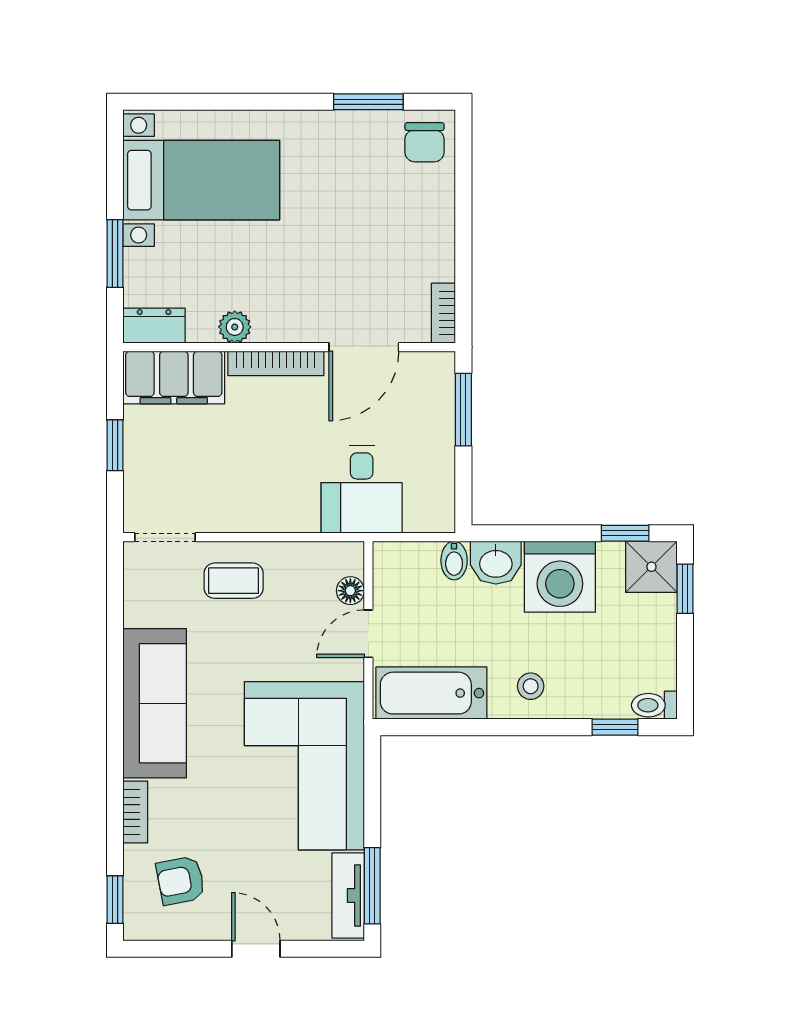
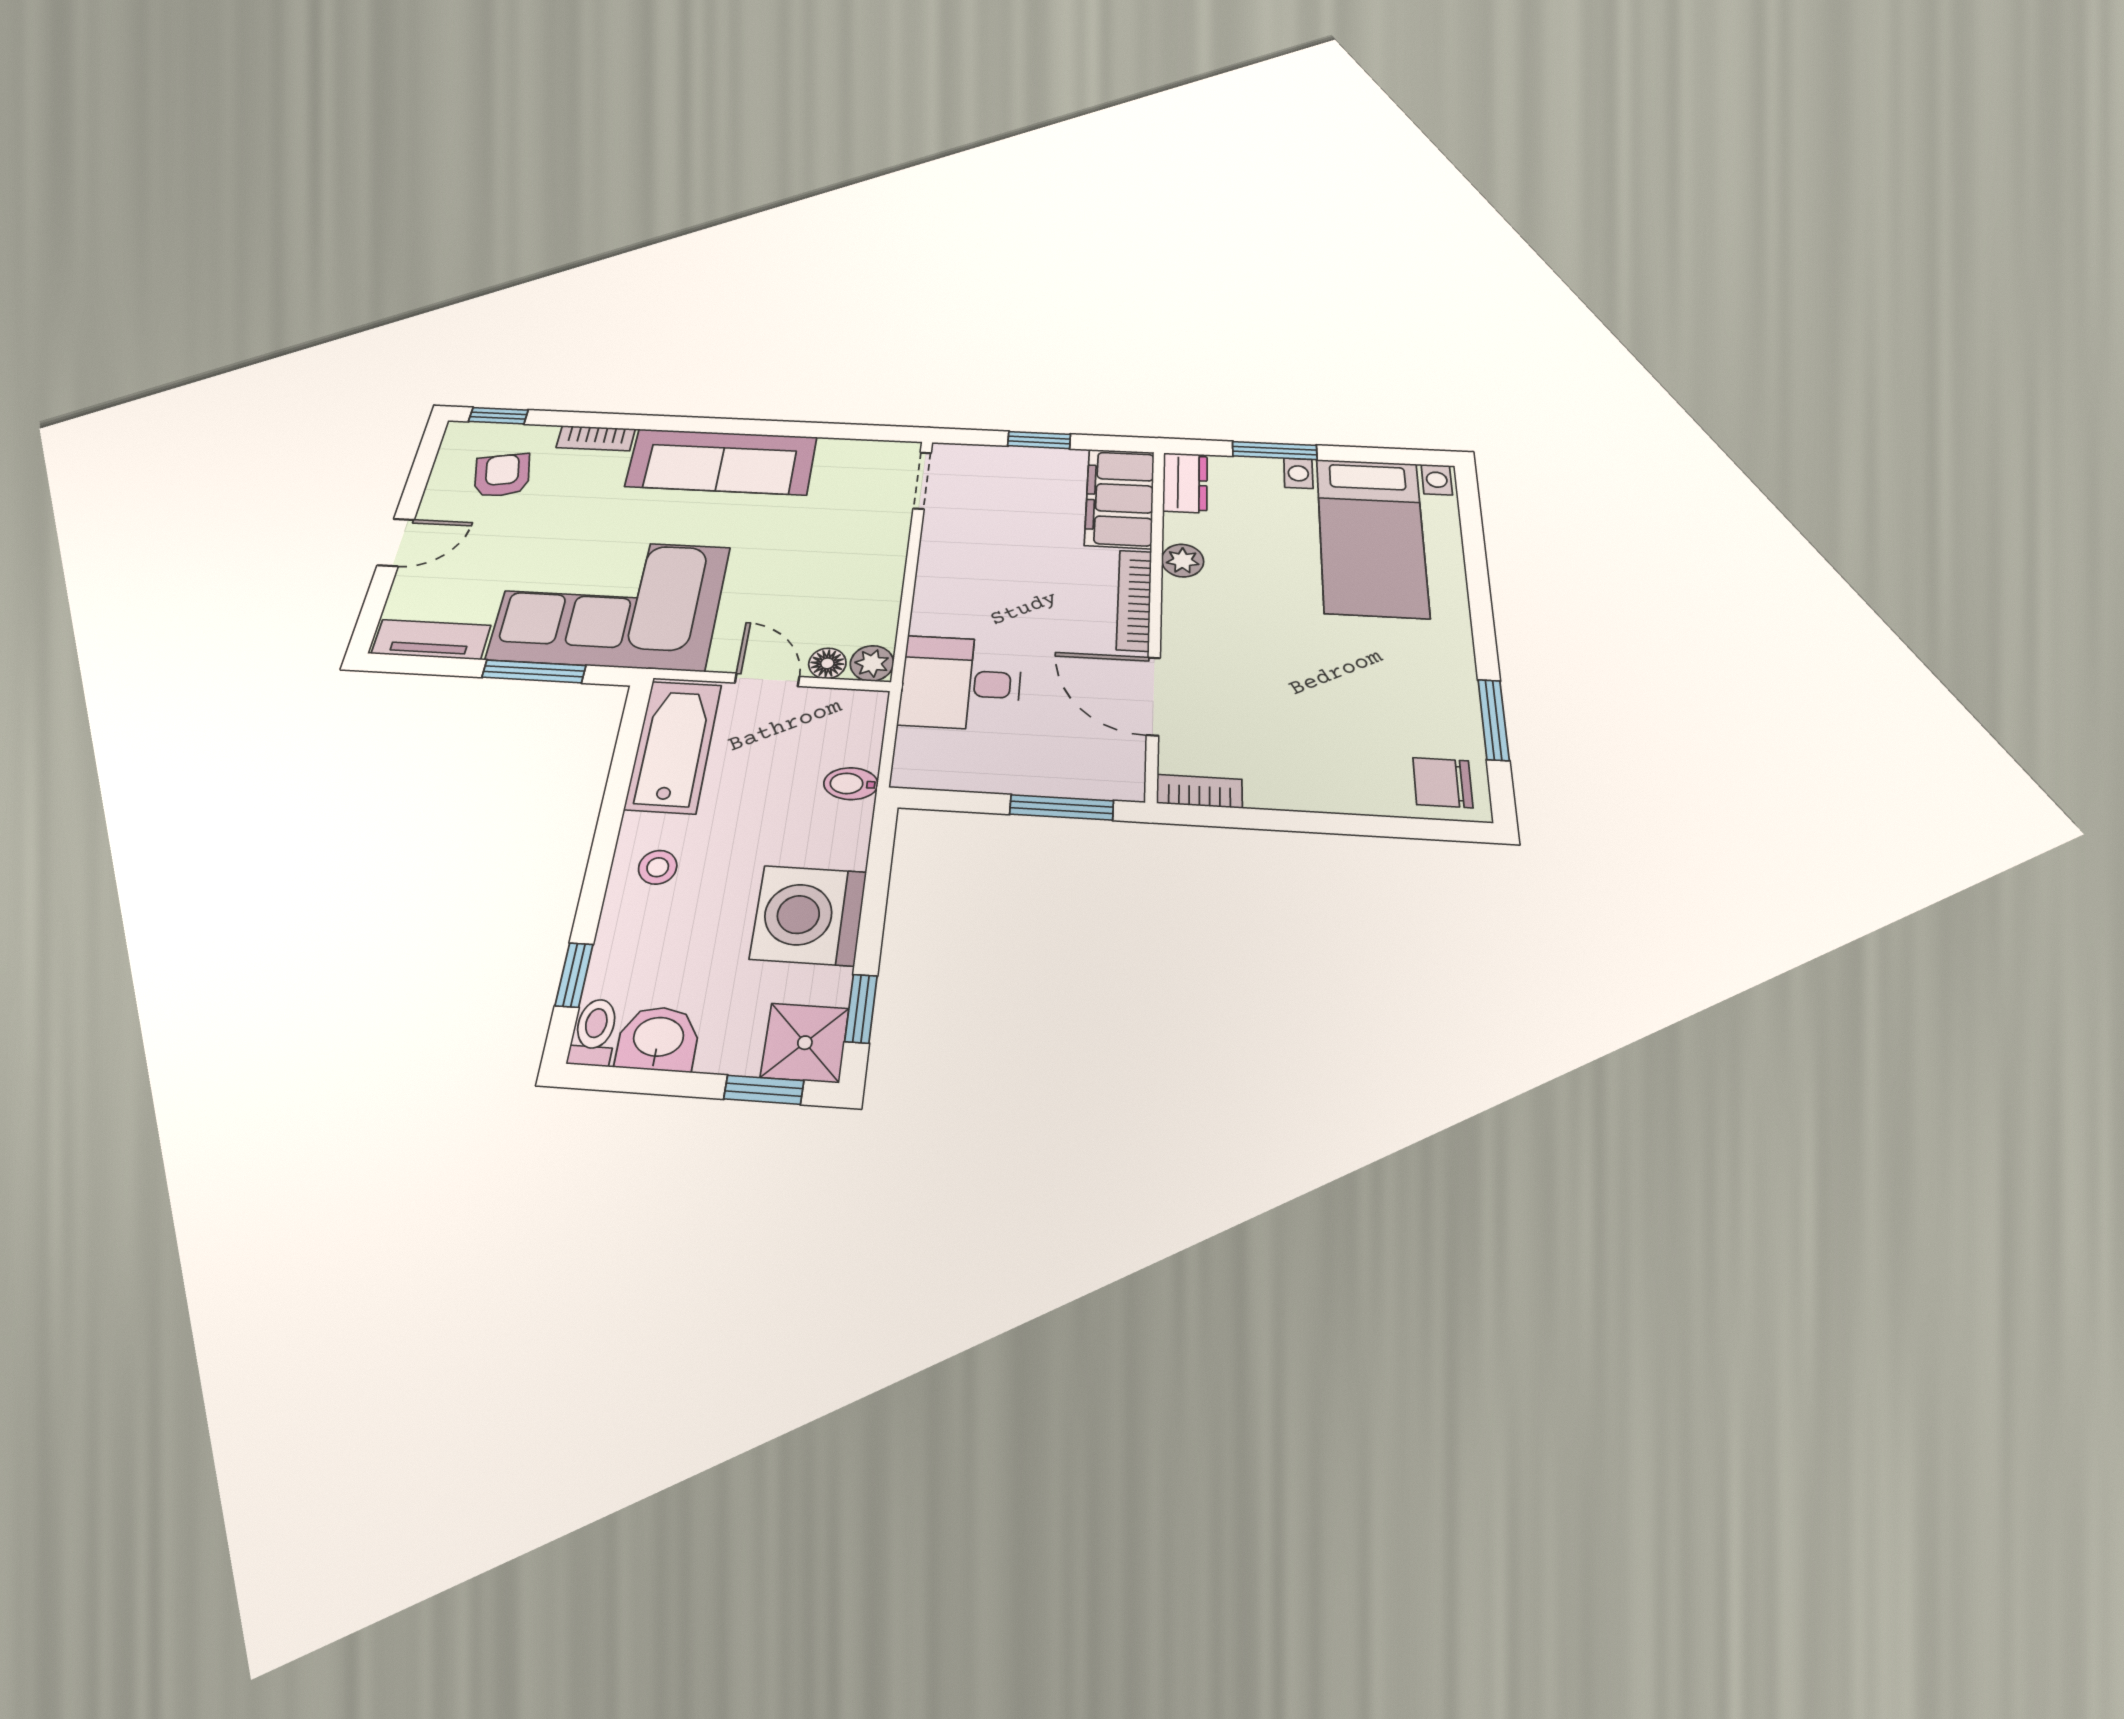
plant: (348, 557) -> (872, 663), added
washbasin: (496, 563) -> (658, 1039), moved, turned 90
coffee table: (234, 581) -> (859, 544), removed
window: (372, 886) -> (534, 671), moved

